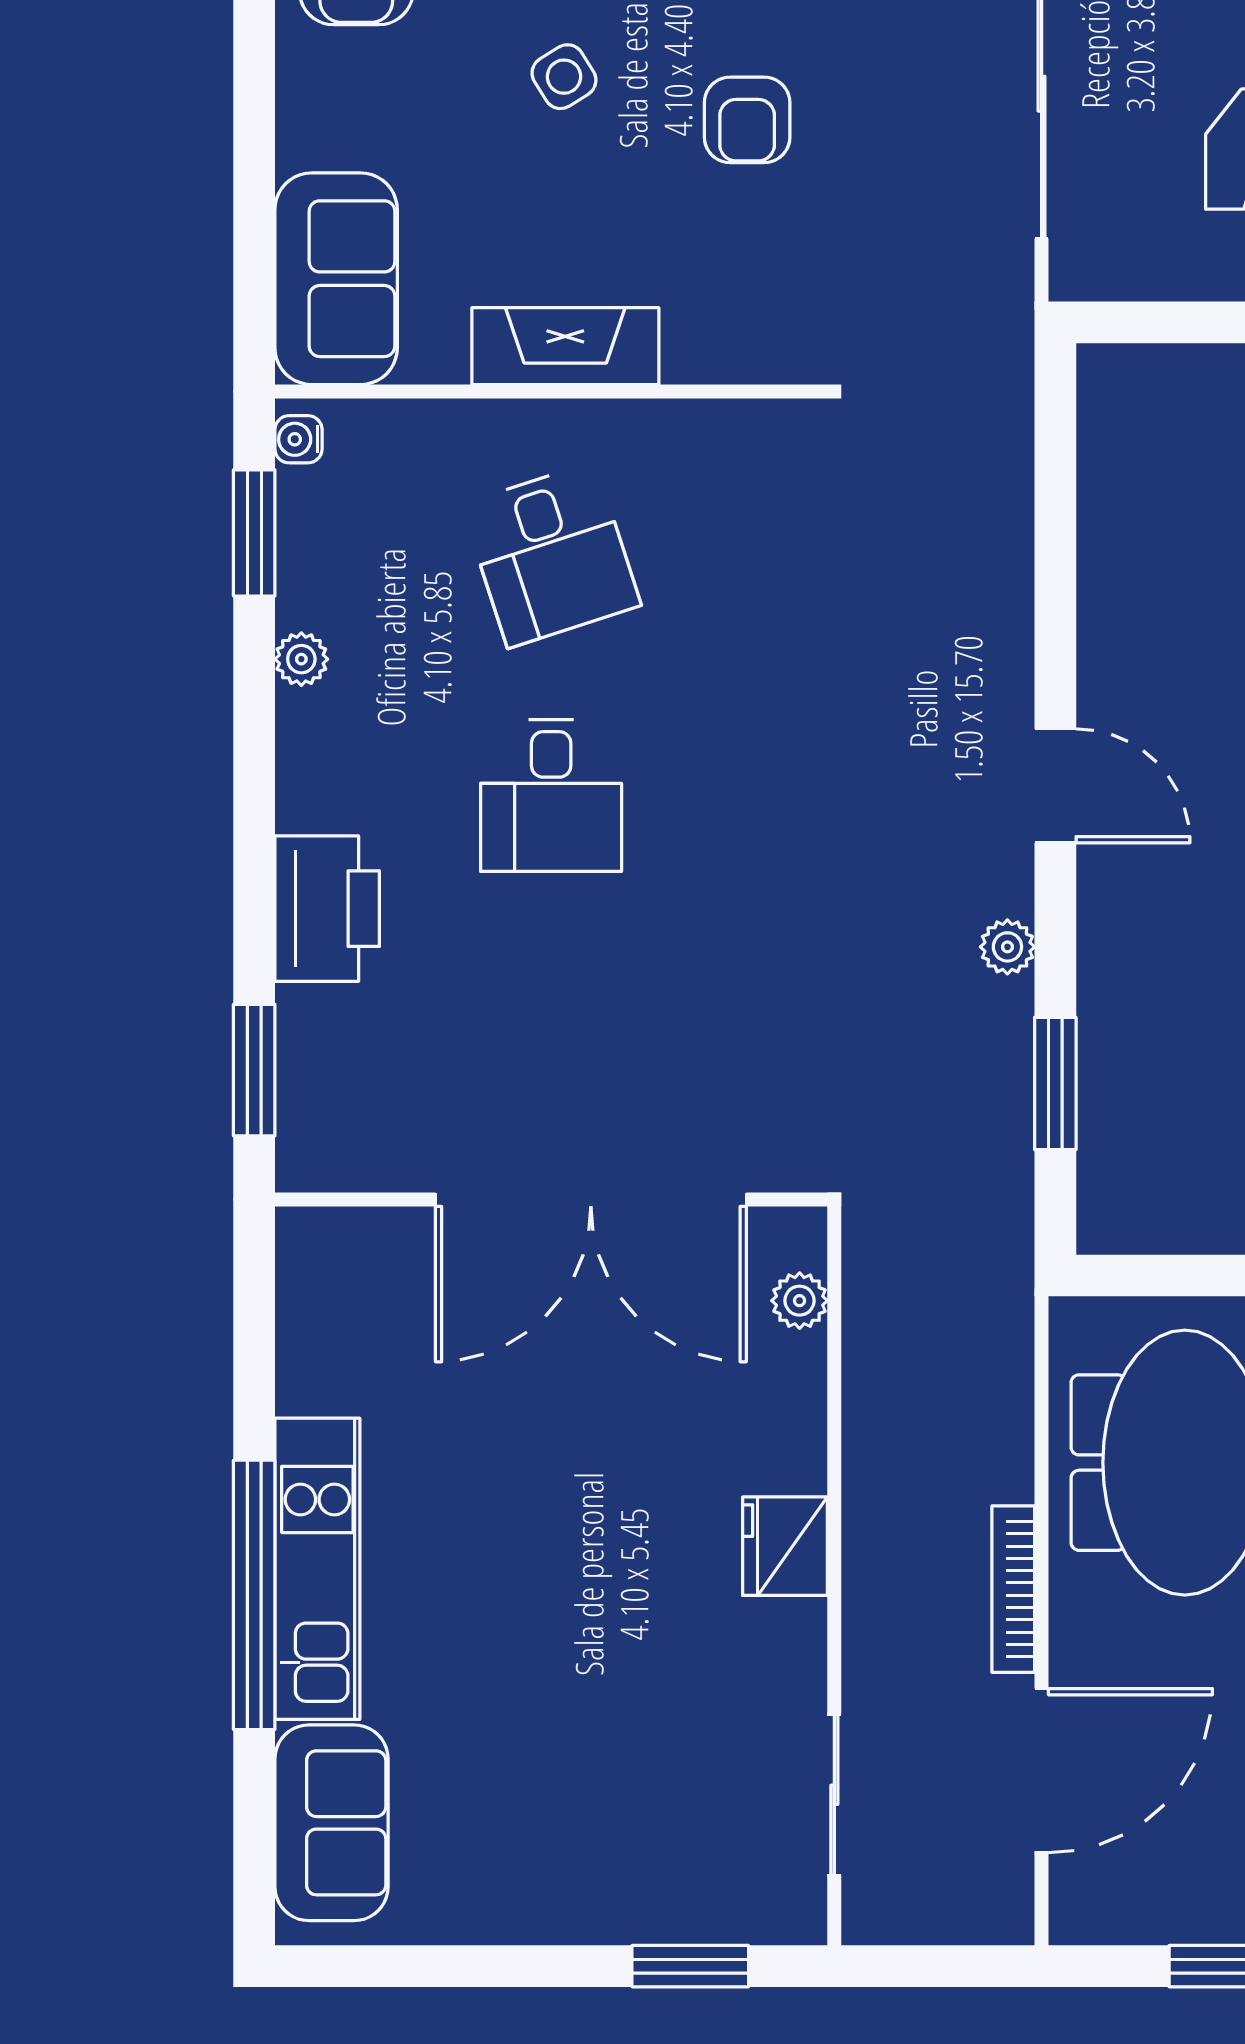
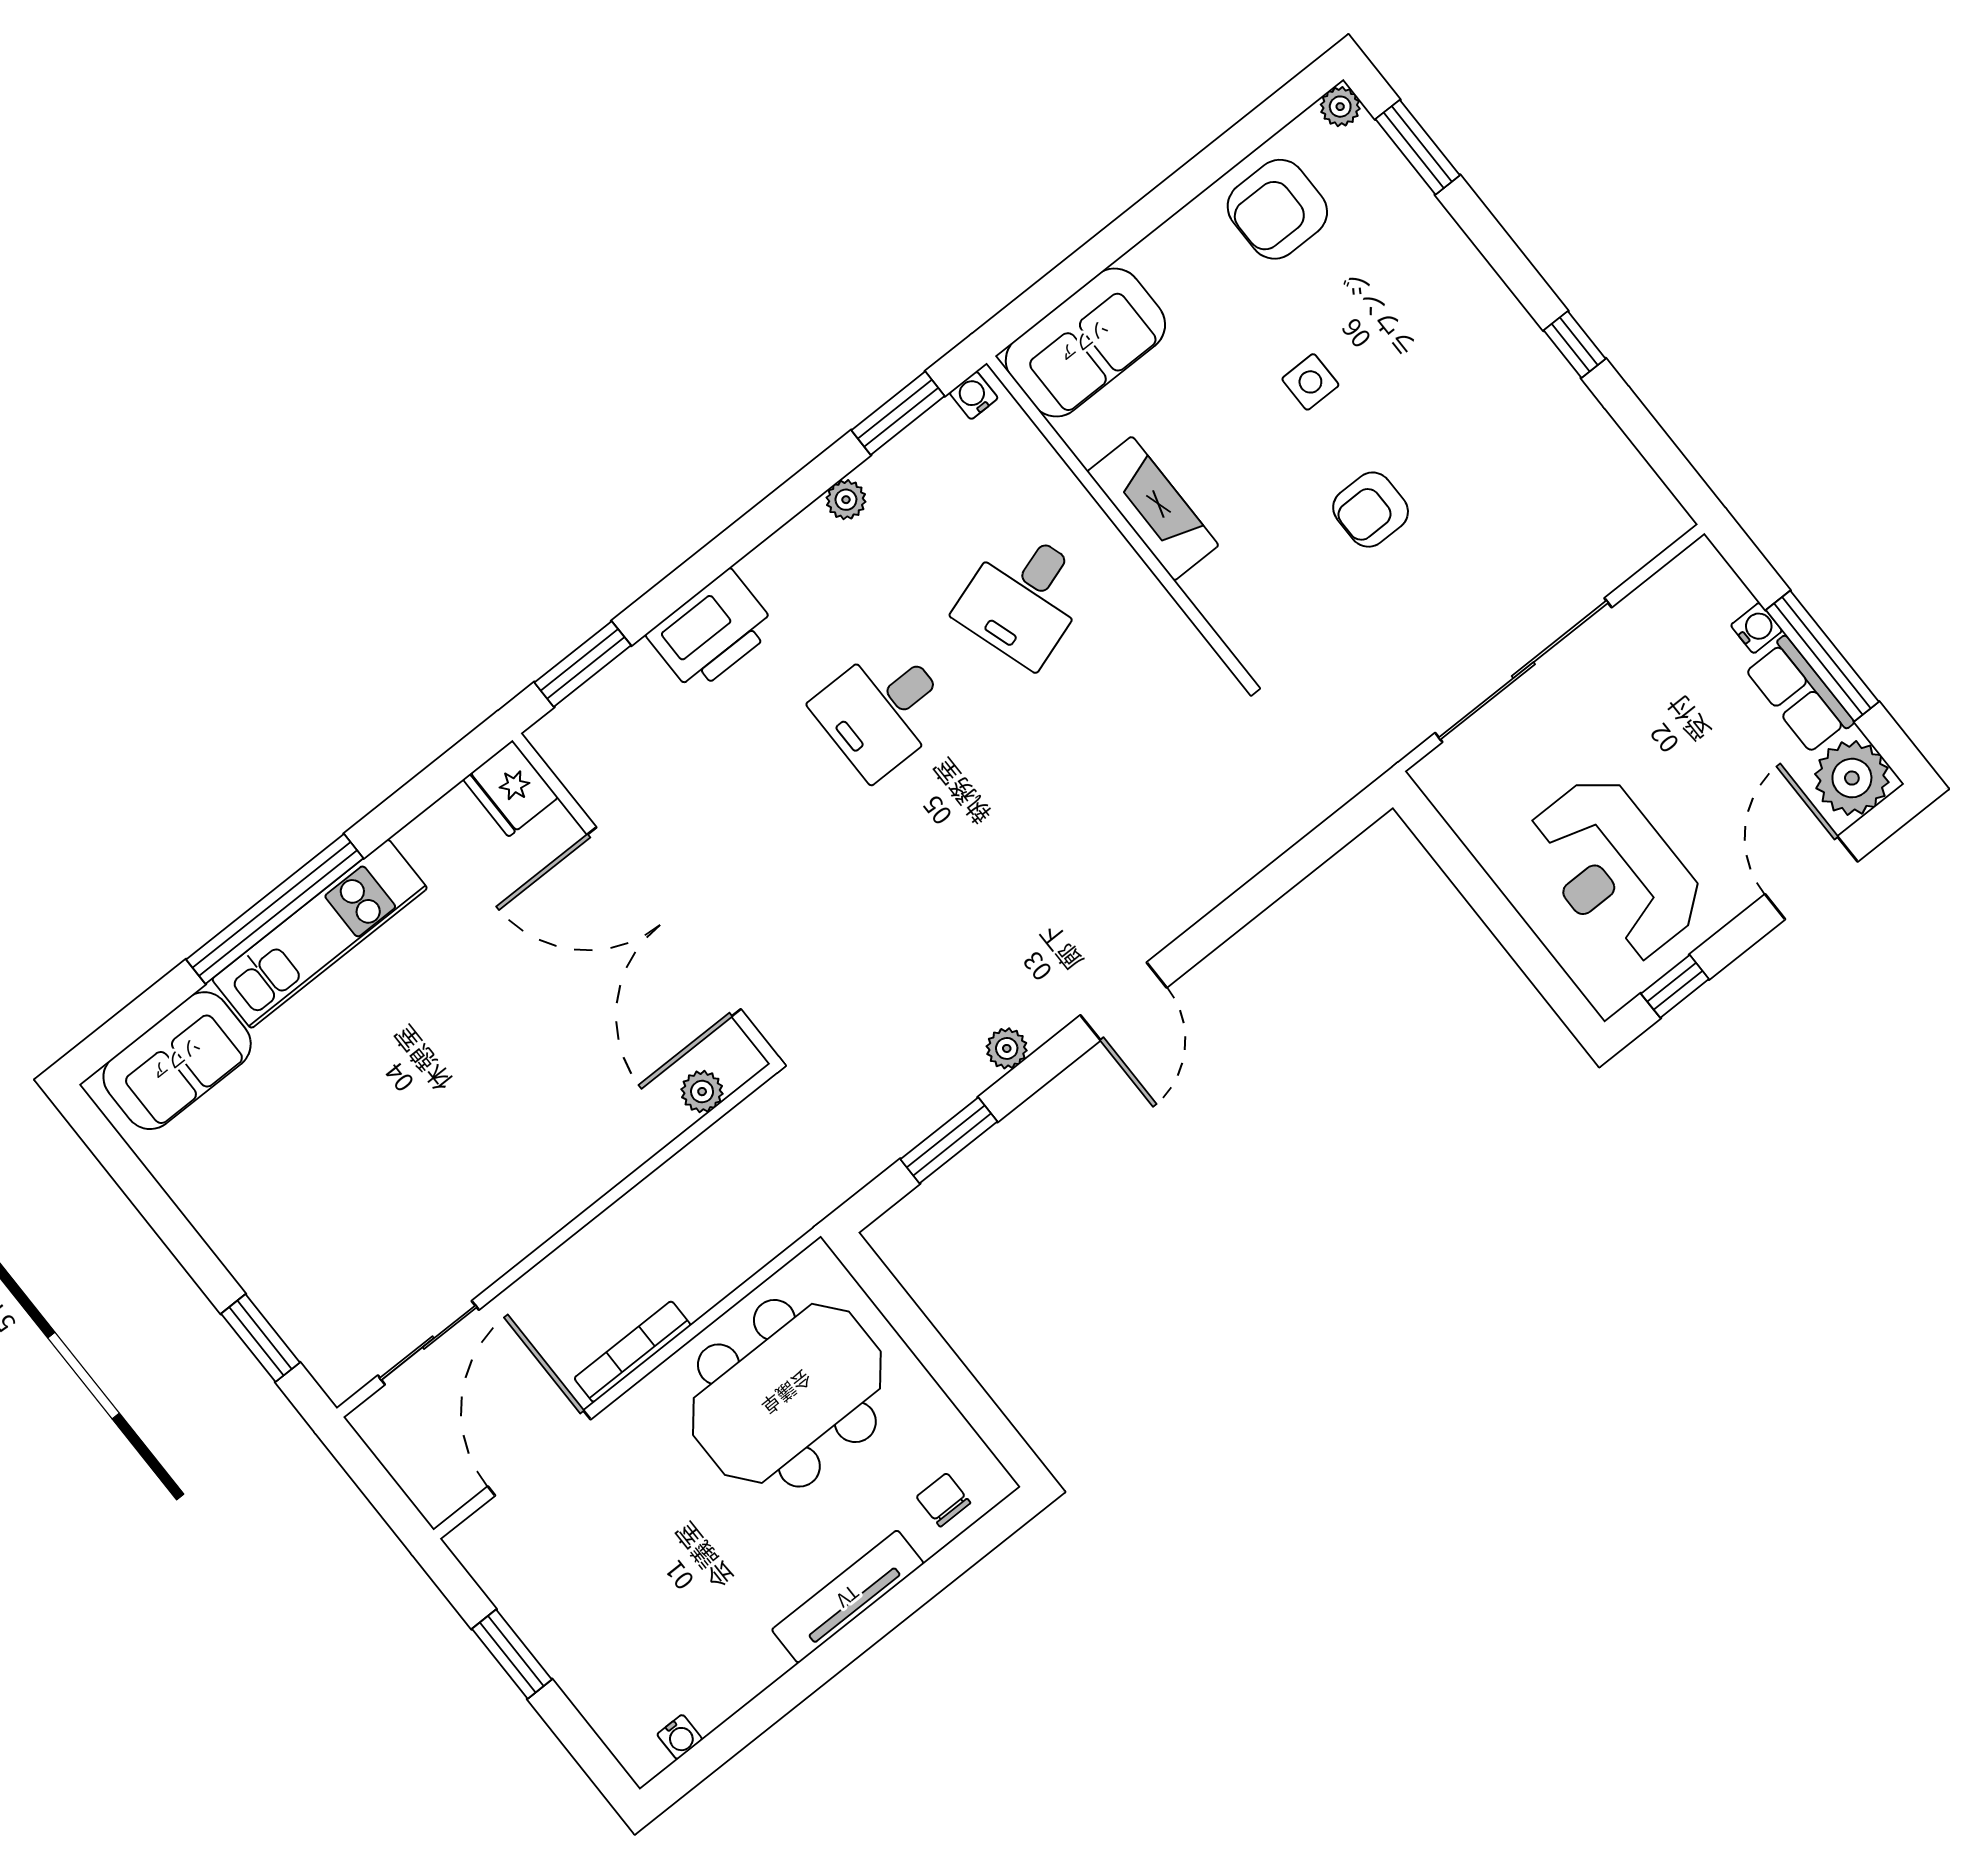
side table: (564, 77) -> (1310, 382), turned 32
fridge: (785, 1546) -> (511, 788), moved, turned -90
door: (1042, 1771) -> (539, 1453), swing flipped

